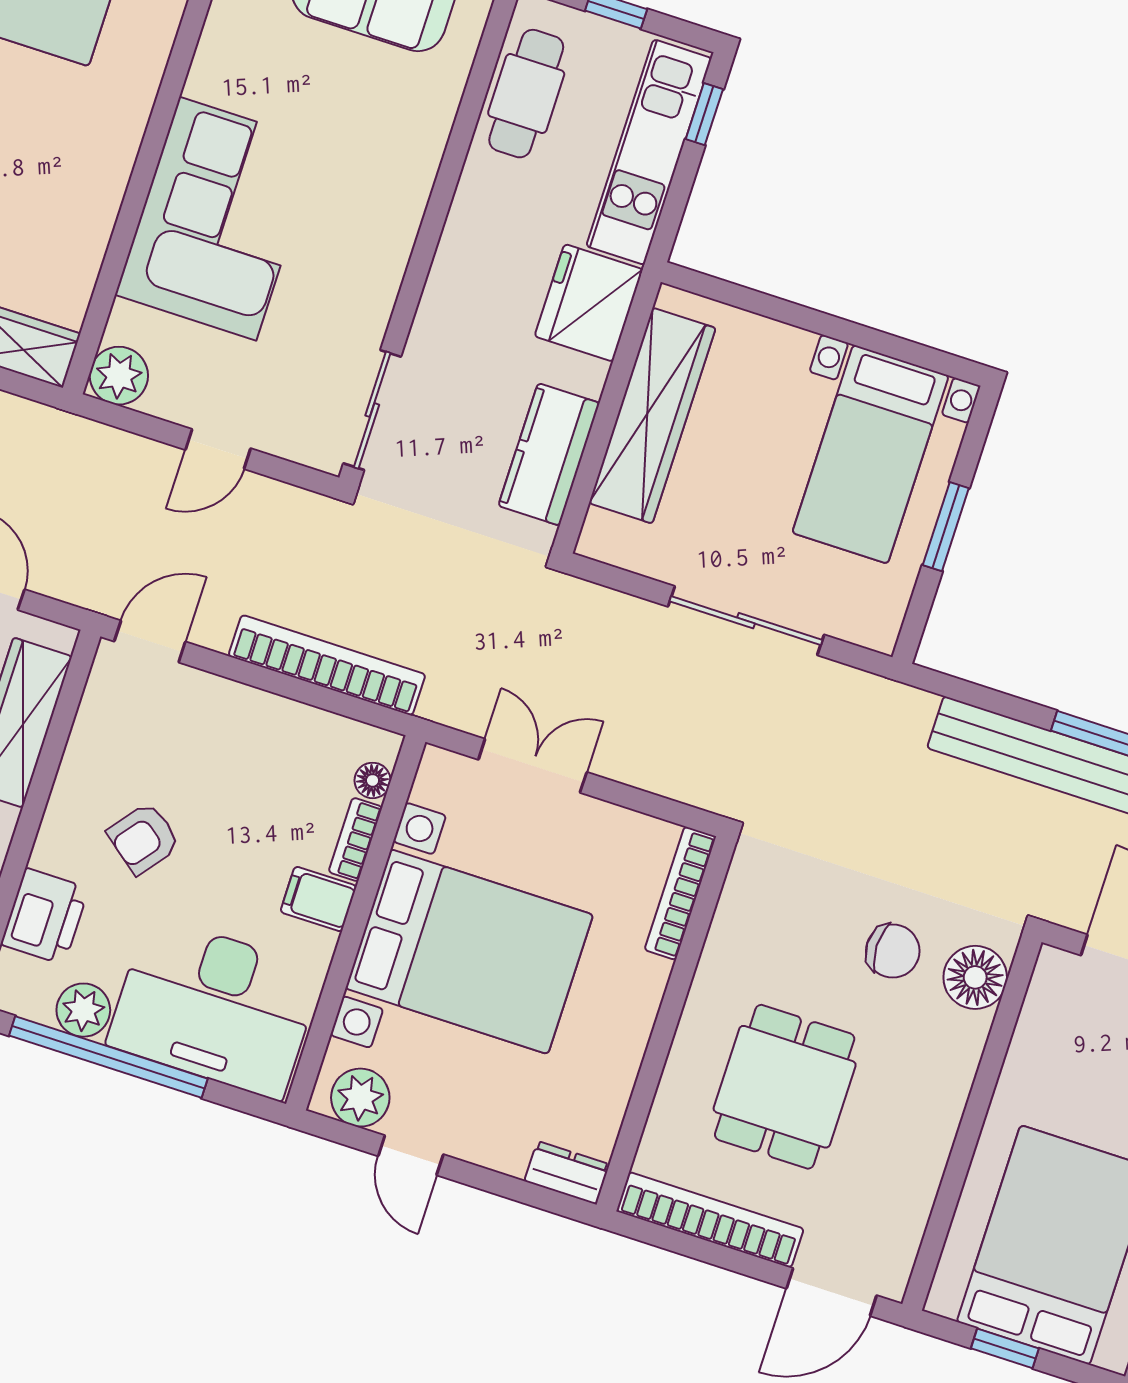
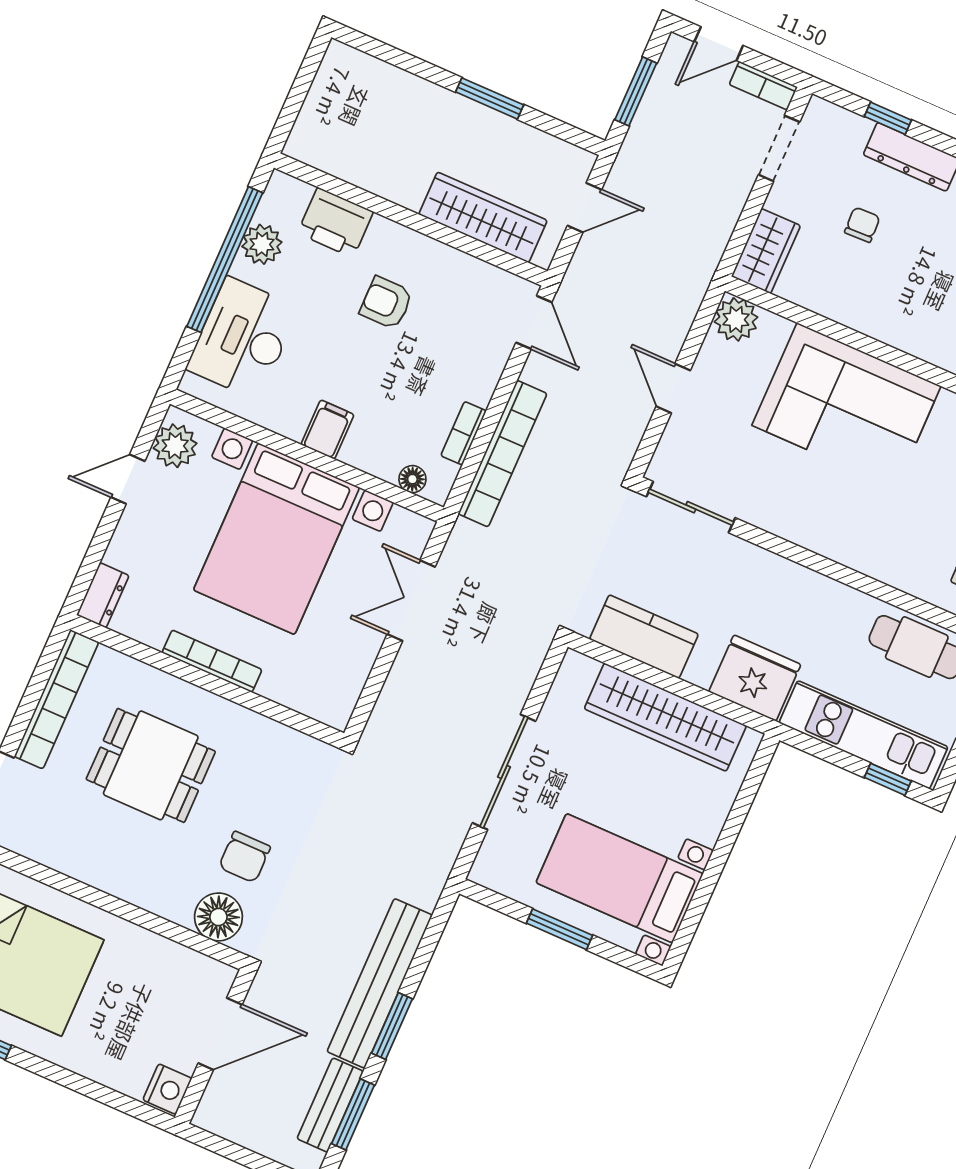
double door: (533, 766) -> (411, 601), swing flipped
armchair: (144, 838) -> (386, 303), turned -38
bookcase: (355, 840) -> (464, 433), moved, turned -90
bookcase: (680, 893) -> (212, 661), moved
desk: (215, 1007) -> (243, 338), width x0.73, depth x0.77

